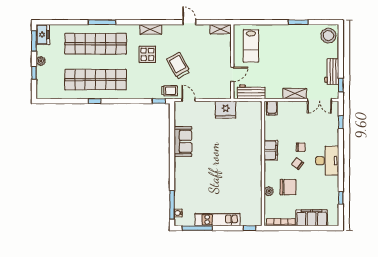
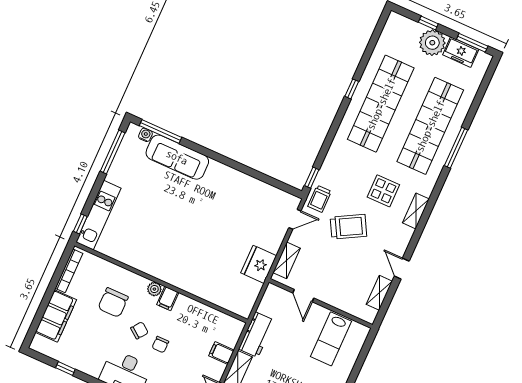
door: (189, 22) -> (402, 269), swing flipped
shelving: (221, 29) -> (379, 293), moved
freezer: (43, 35) -> (461, 52), moved
lab bench: (251, 46) -> (331, 339), turned -90
plant: (41, 61) -> (432, 43), width x1.88, depth x1.88
workbench: (251, 92) -> (257, 335), moved
shelving: (216, 94) -> (287, 260), added
filing cabinet: (272, 108) -> (221, 353), moved
sofa: (183, 141) -> (177, 157), moved, width x1.36
filing cabinet: (271, 150) -> (168, 298), width x0.50
plant: (269, 191) -> (154, 289), moved
kitchen unit: (218, 220) -> (98, 215), moved

